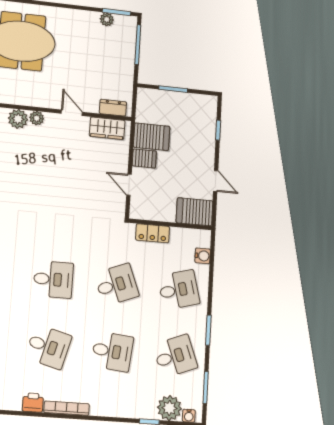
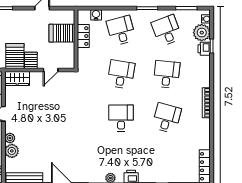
wardrobe: (107, 128) -> (17, 79), moved, turned 90
server rack: (195, 212) -> (62, 33), moved, turned 90
locker: (153, 233) -> (83, 36), moved
desk: (117, 285) -> (121, 74), turned 30
printer: (33, 403) -> (204, 49), moved

